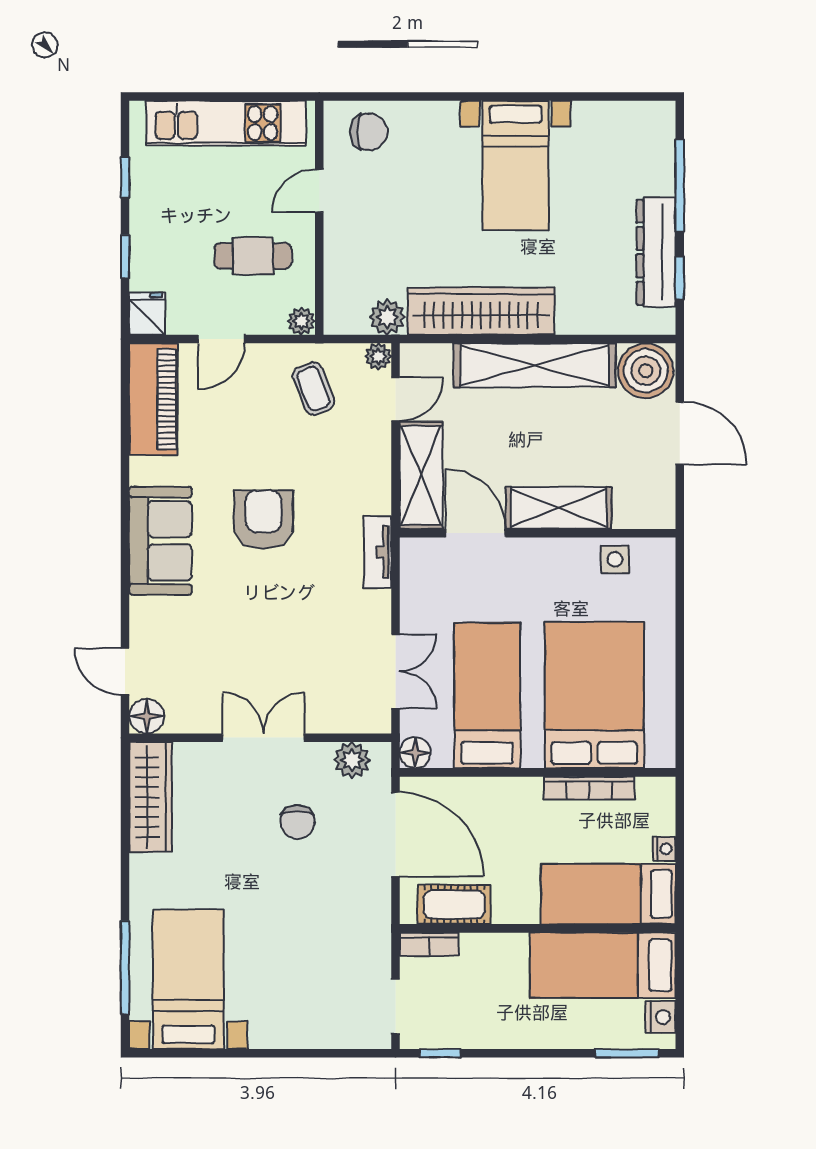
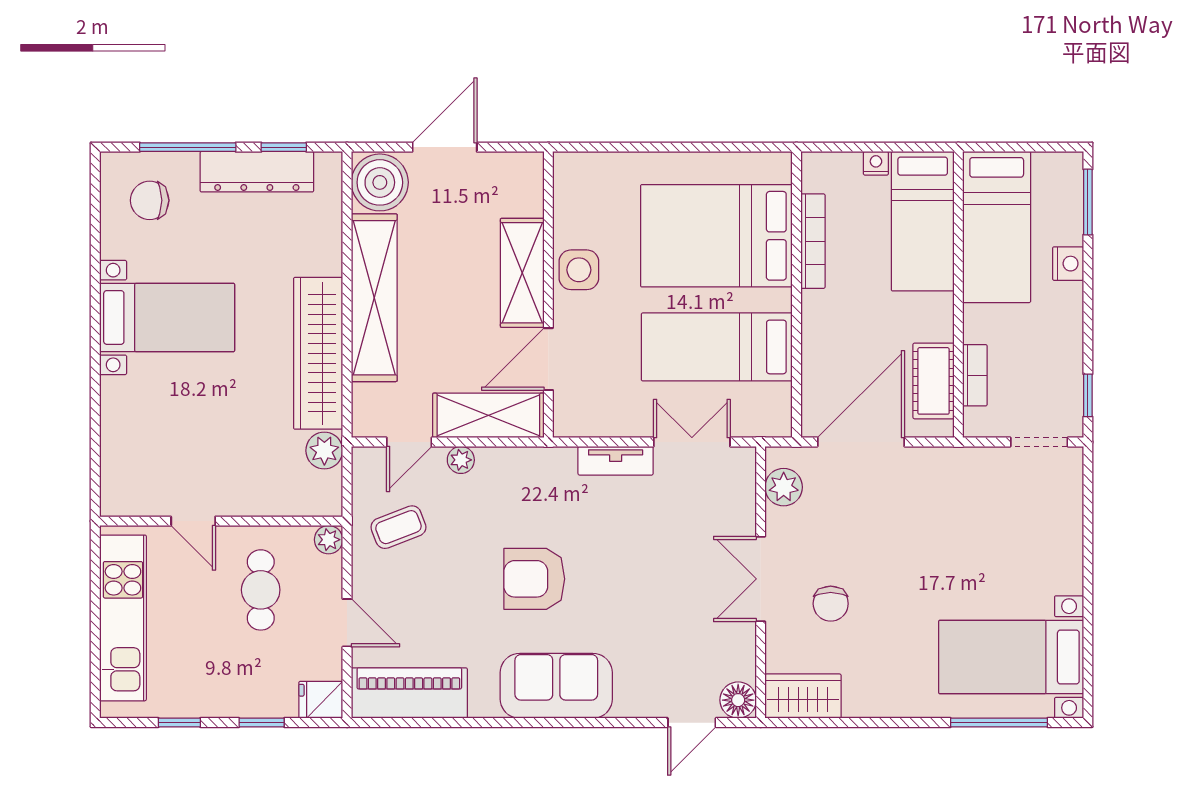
chair: (369, 132) -> (150, 200), moved, turned -90
plant: (378, 356) -> (461, 460), moved
door: (395, 399) -> (409, 442), swing flipped
tv unit: (377, 552) -> (616, 461), moved
side table: (615, 559) -> (579, 270), moved, width x1.37, depth x1.37
floor lamp: (415, 753) -> (776, 422), removed
wardrobe: (151, 797) -> (803, 696), width x0.67
chair: (297, 822) -> (831, 604), moved, turned 90
bookcase: (429, 944) -> (975, 375), moved
nightstand: (661, 1017) -> (1068, 264), moved, turned 90

